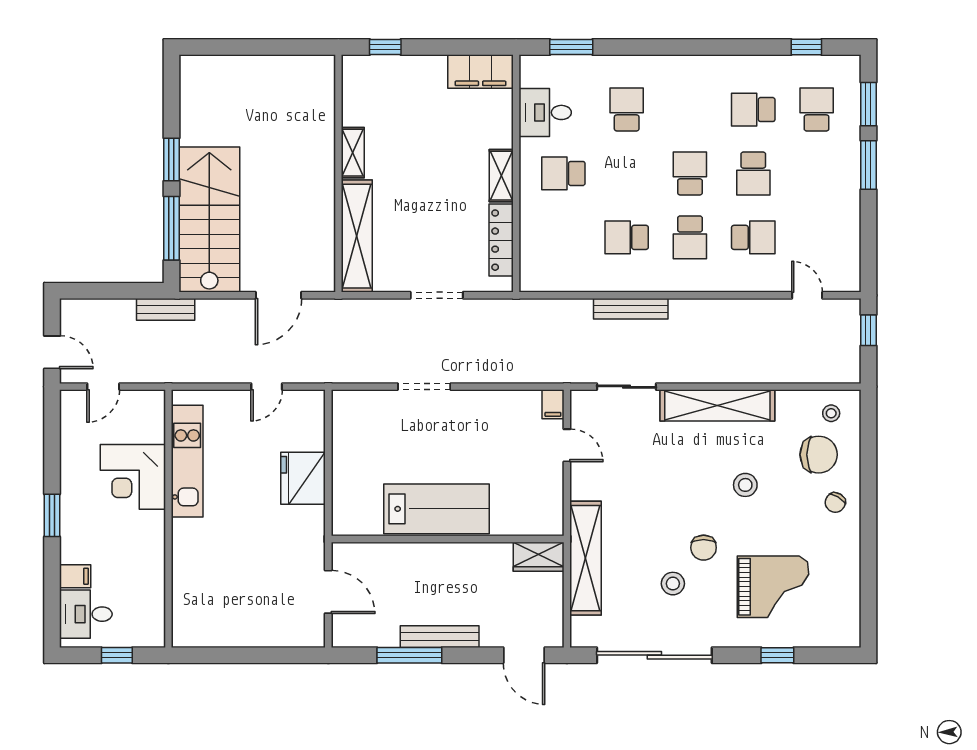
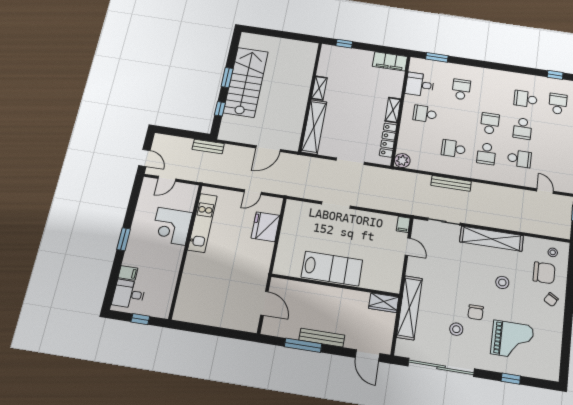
stairs: (209, 220) -> (246, 82), moved
window: (171, 228) -> (220, 109), width x0.46
plant: (534, 278) -> (402, 161), added
fridge: (303, 478) -> (266, 227), moved

